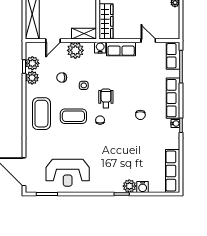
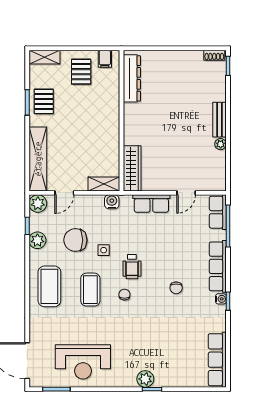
door: (148, 41) -> (186, 193), swing flipped
water cooler: (100, 48) -> (112, 202), moved
plant: (75, 50) -> (93, 205), removed
plant: (32, 63) -> (38, 204), moved
chair: (62, 78) -> (75, 240), width x1.87, depth x1.87
wheelchair: (106, 98) -> (132, 267), turned 180
coffee table: (73, 116) -> (90, 290), turned 90
plant: (129, 186) -> (145, 379), moved
water cooler: (143, 187) -> (179, 380), removed

